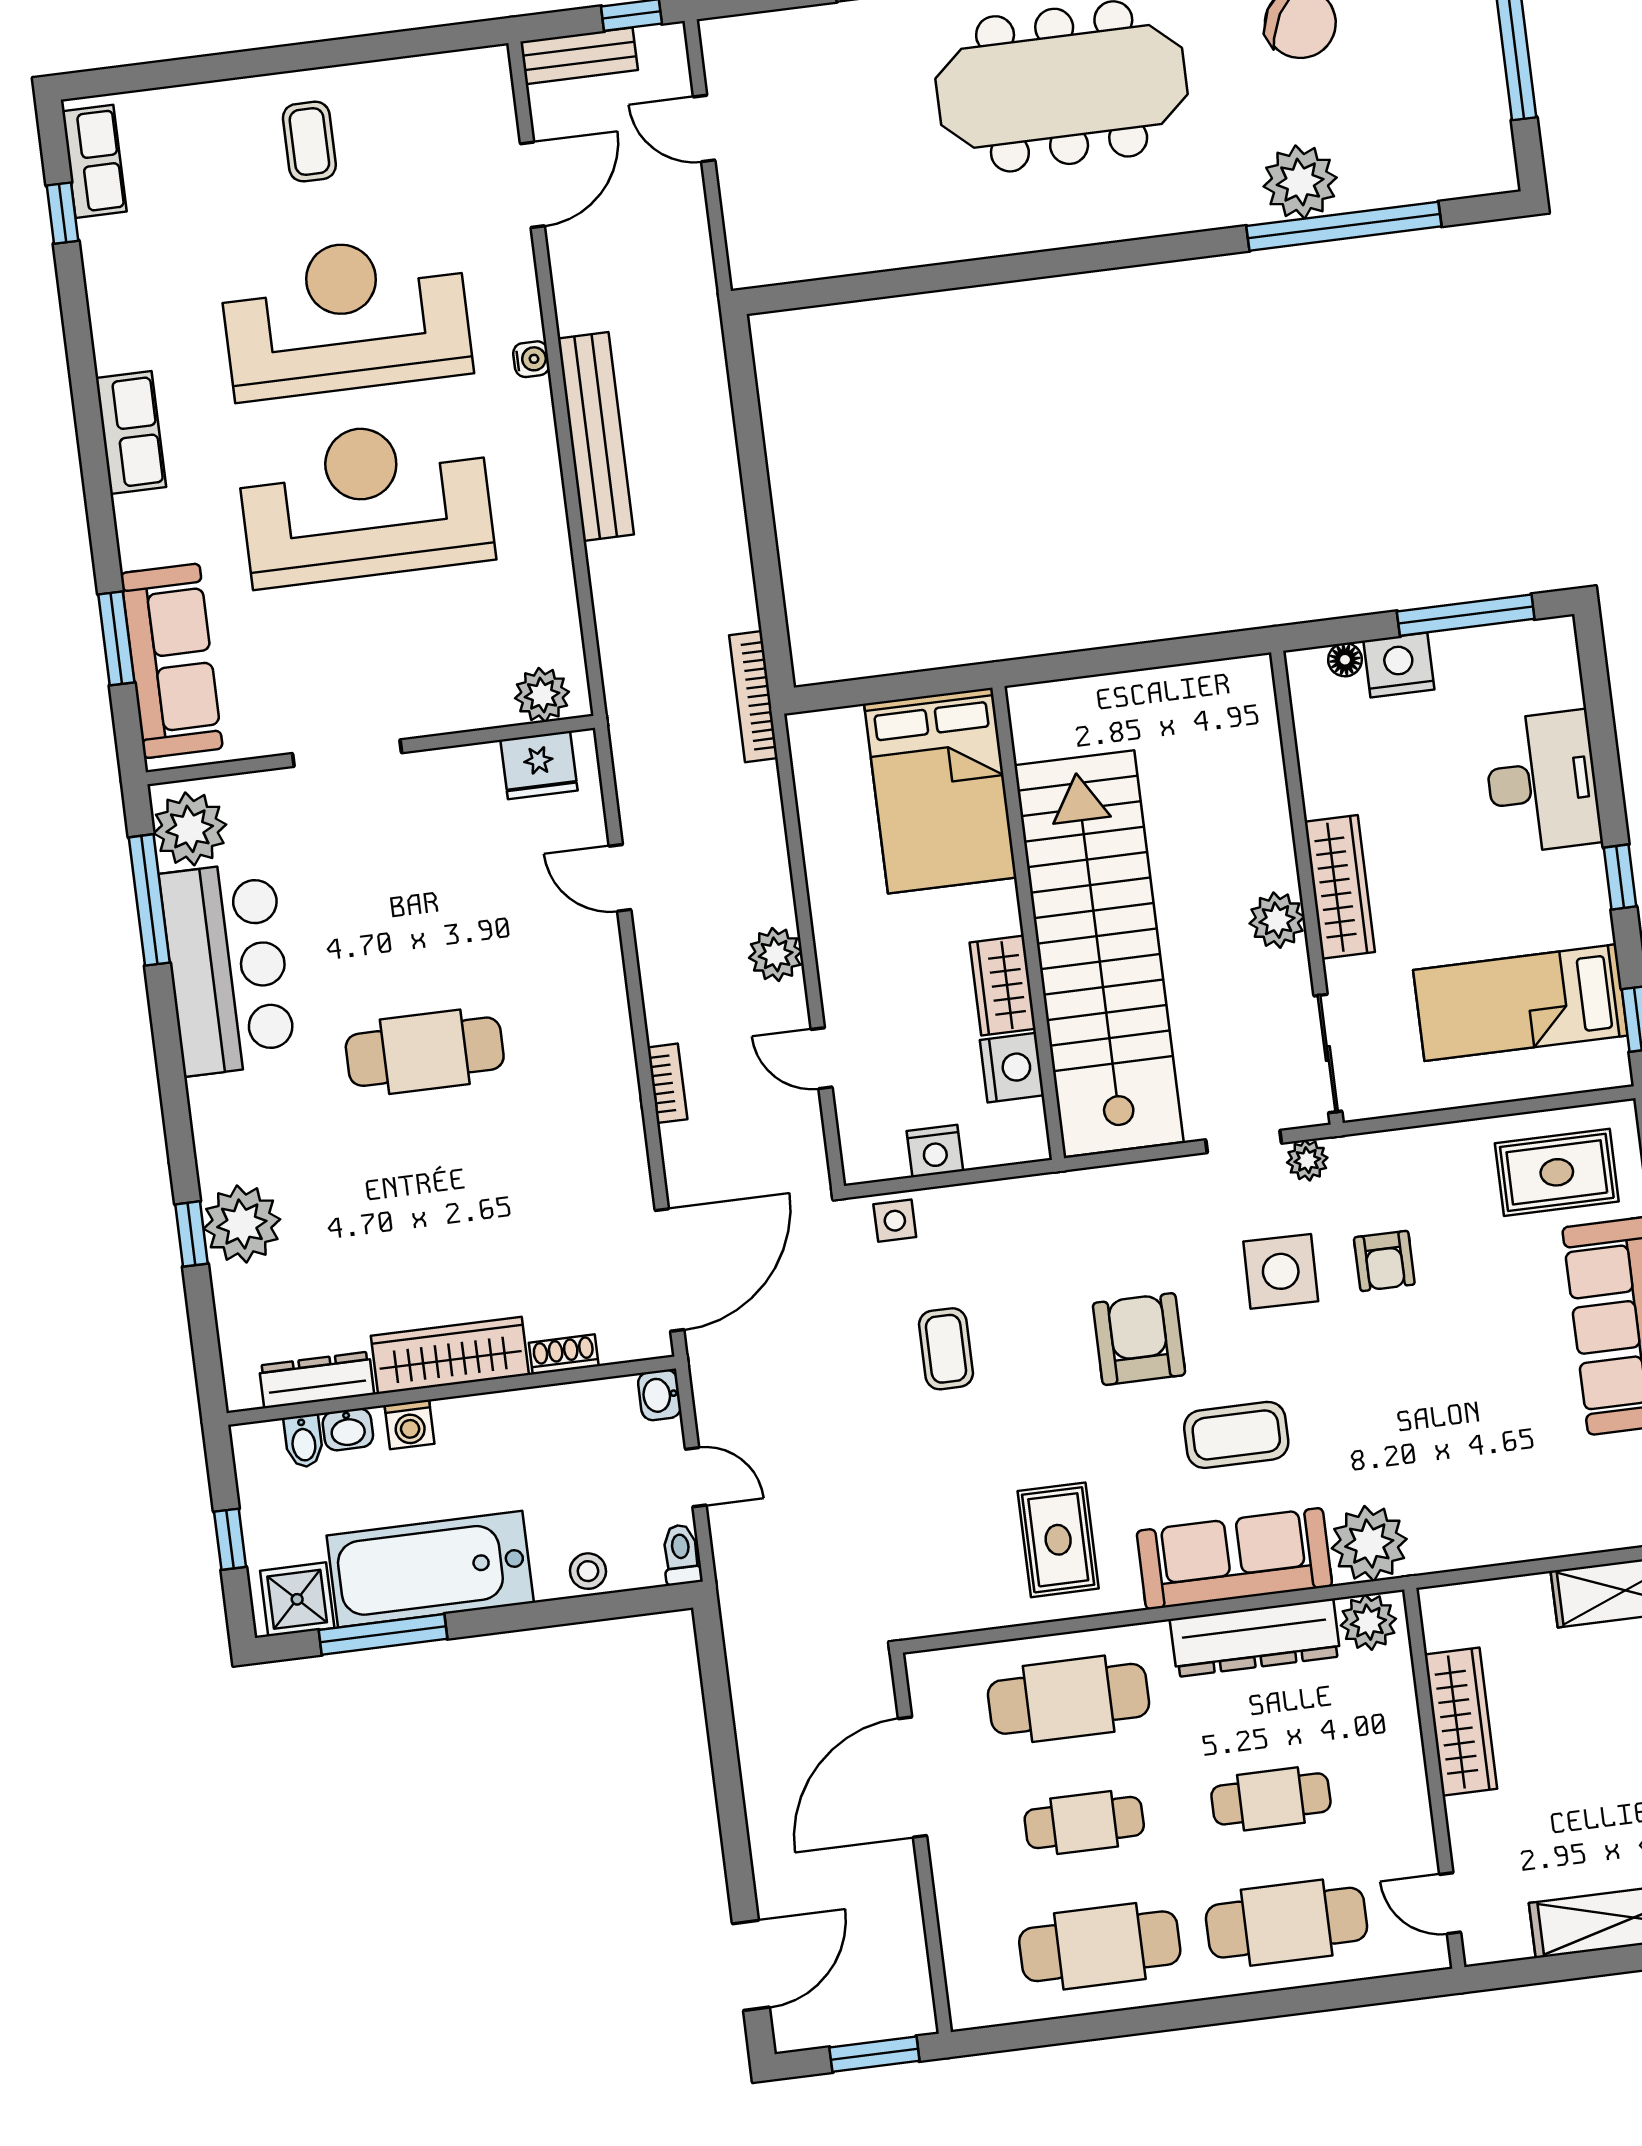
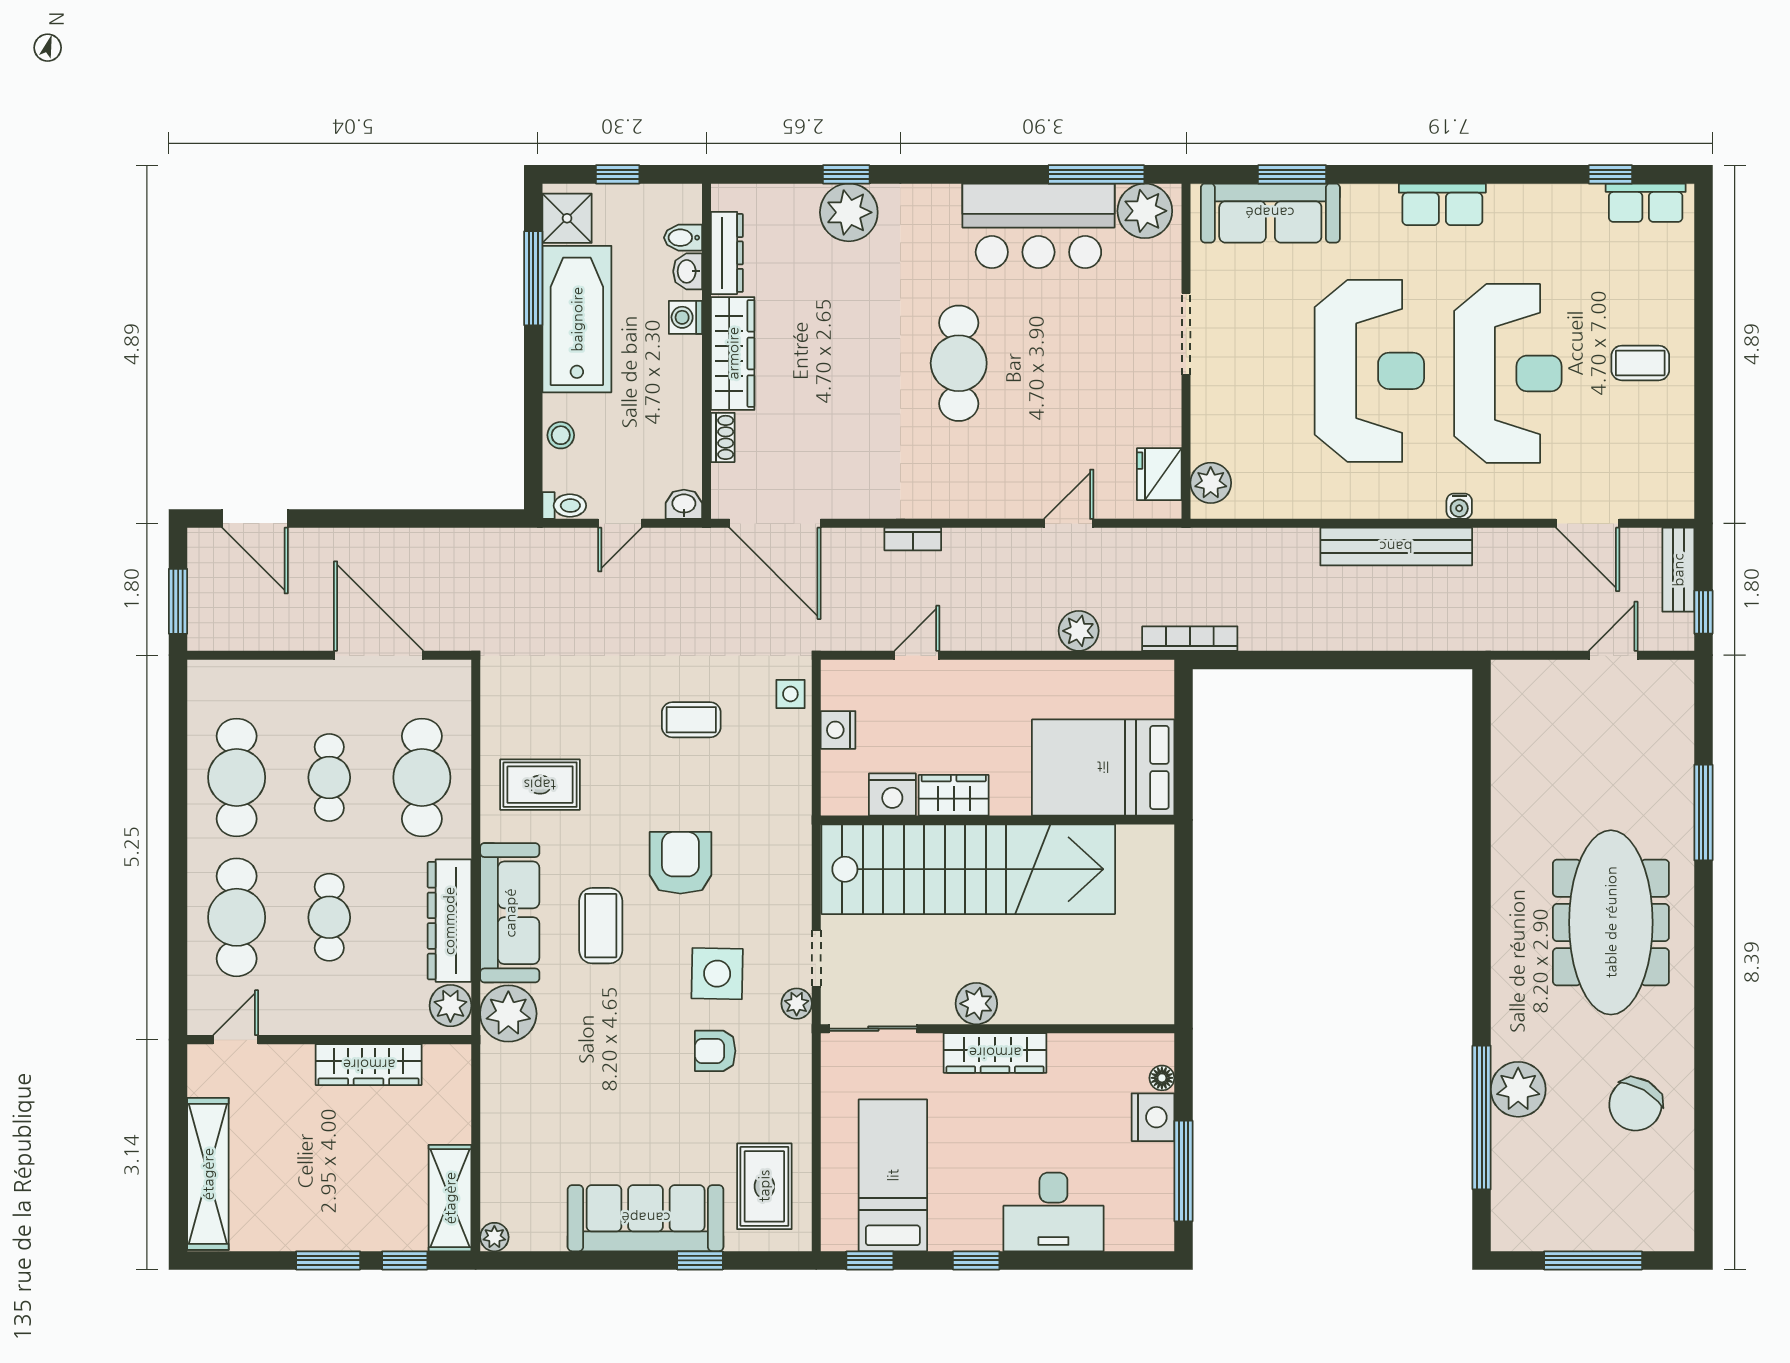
plant: (776, 954) -> (1079, 631), moved
armchair: (1139, 1339) -> (680, 863), turned -90

